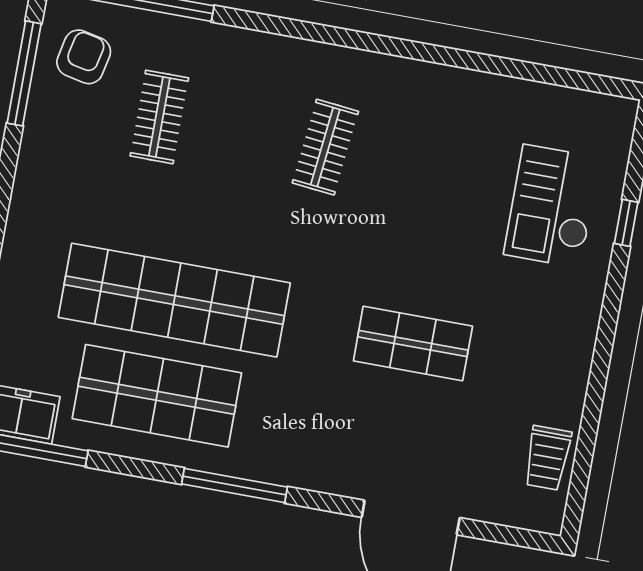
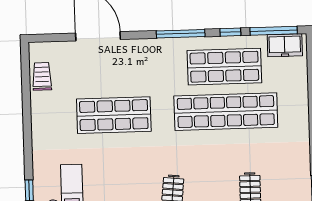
shop shelf: (413, 344) -> (114, 115), width x1.43, depth x1.36
window: (128, 466) -> (230, 32), added

